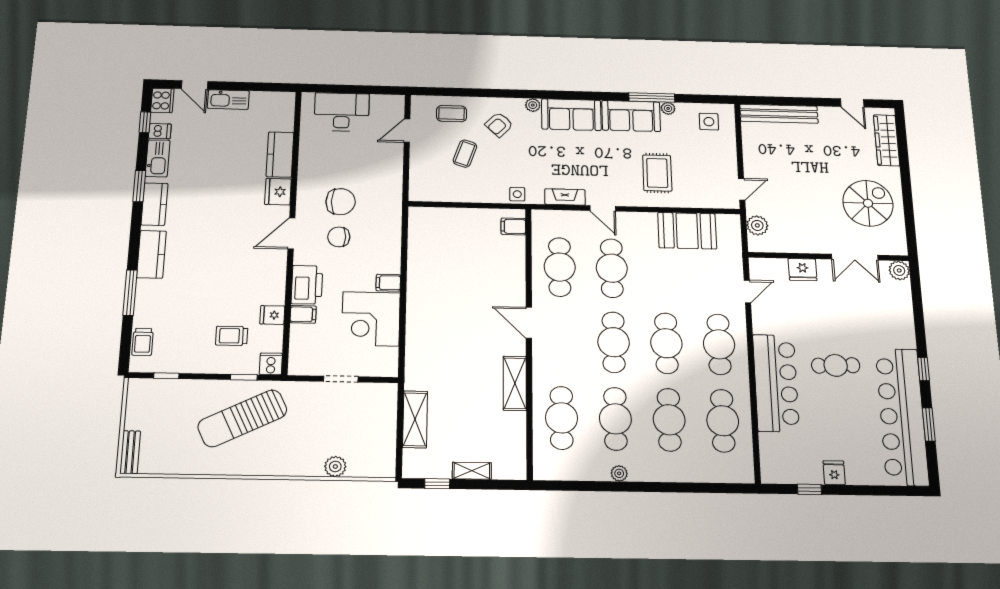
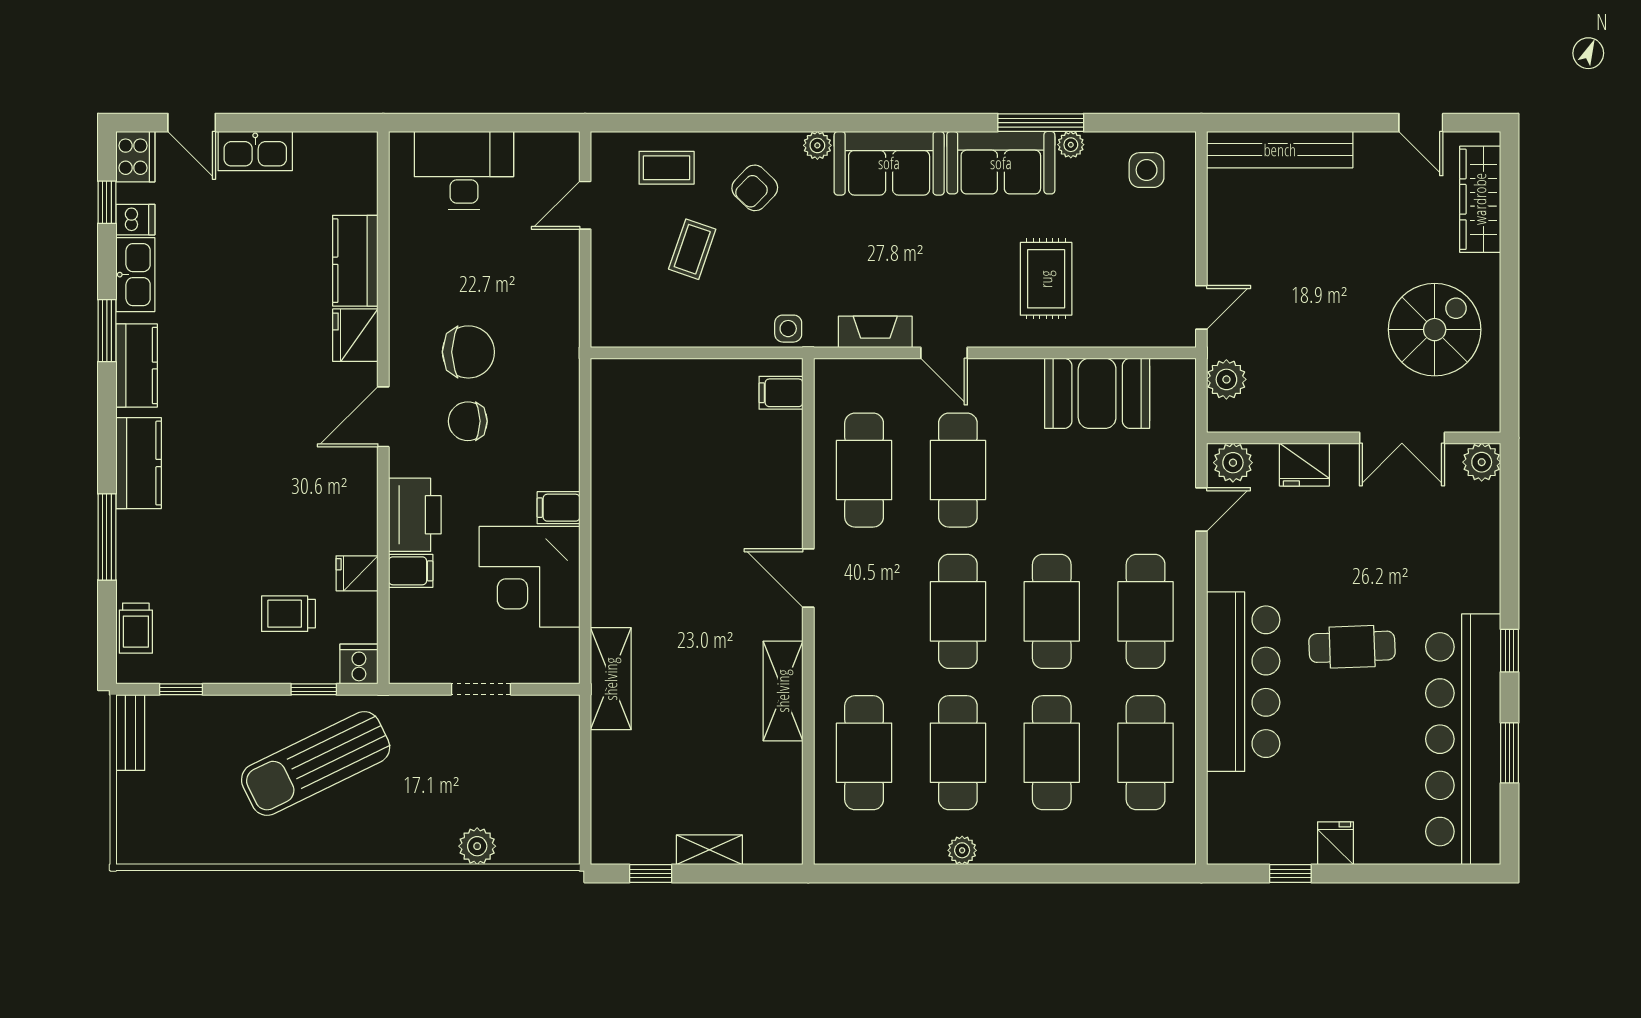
plant: (763, 268) -> (1233, 463), added
shelving: (415, 419) -> (611, 679), moved
bench: (130, 452) -> (130, 733), moved

